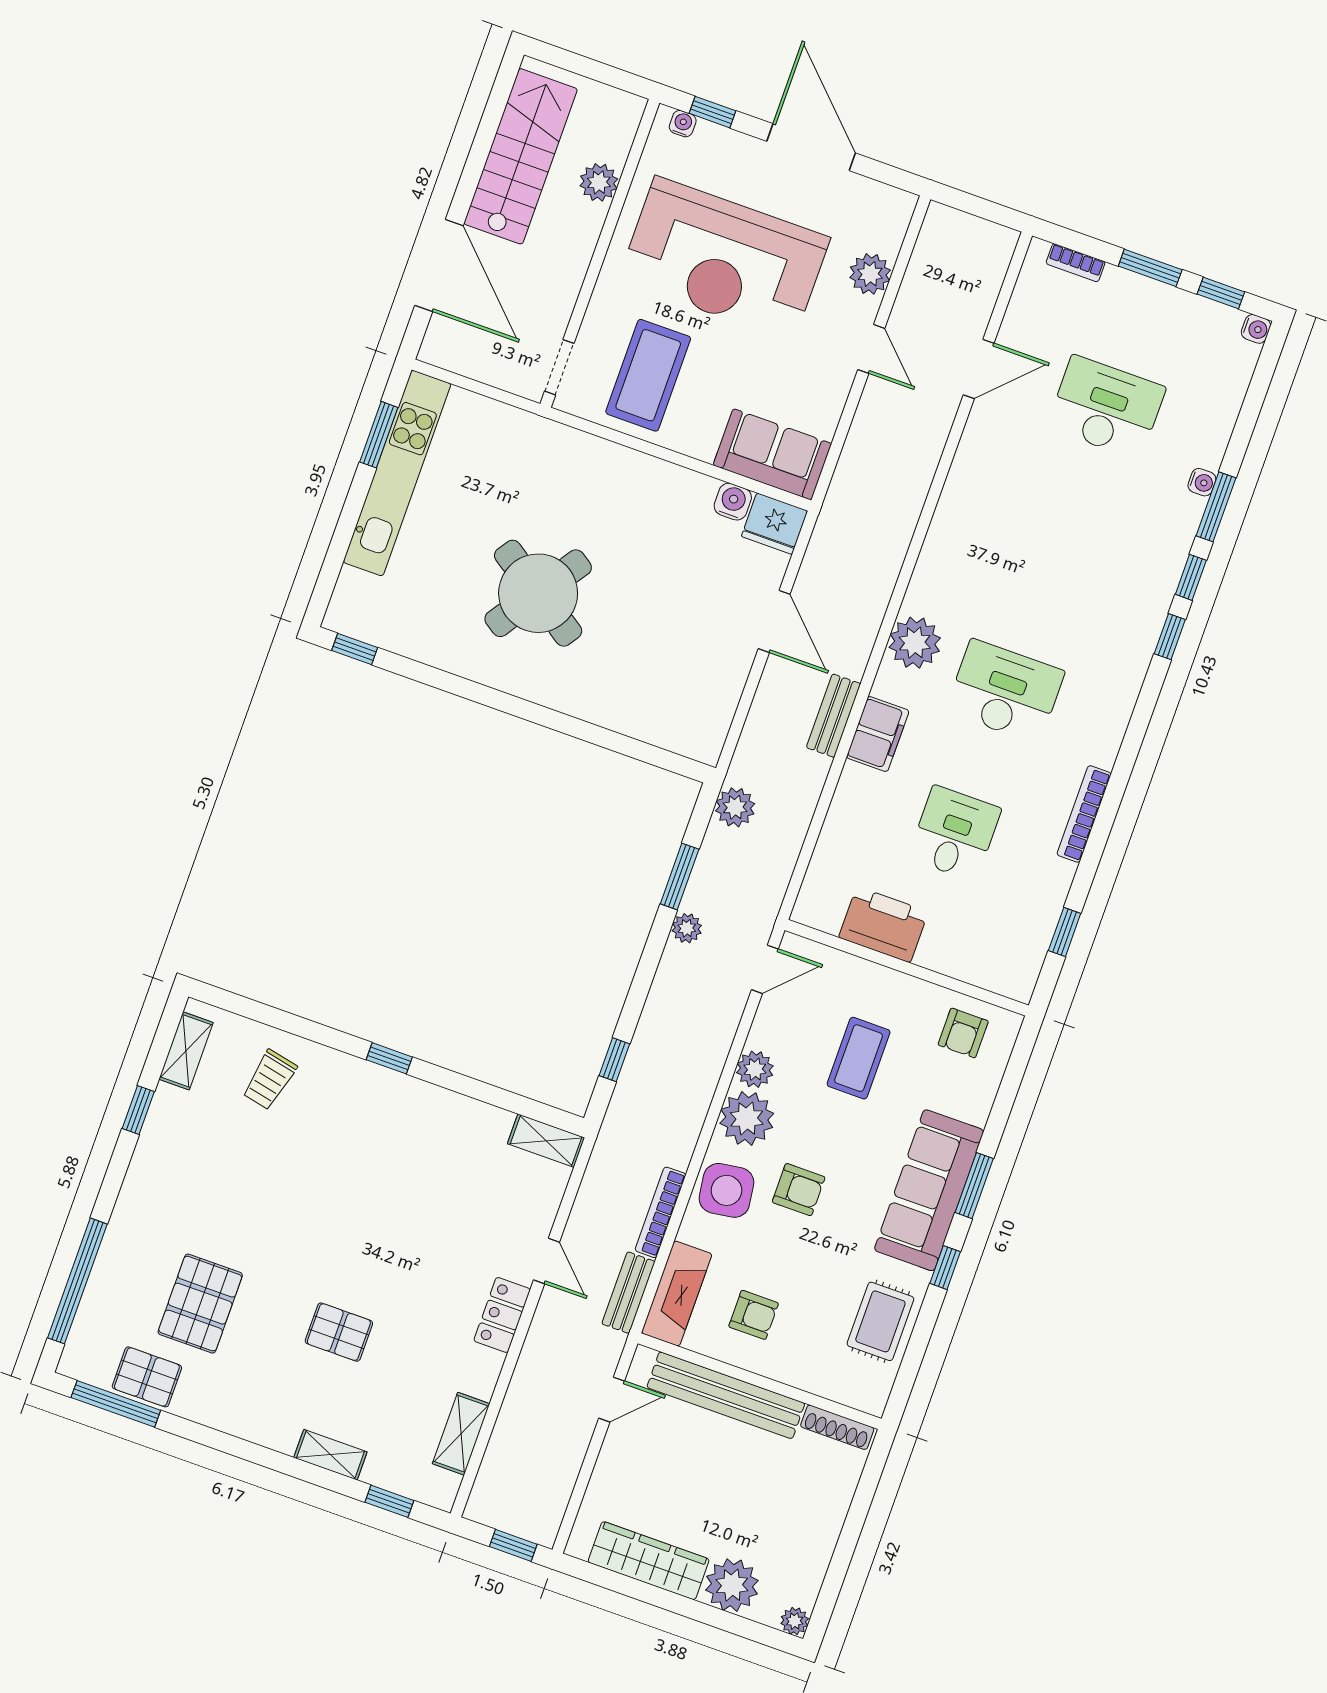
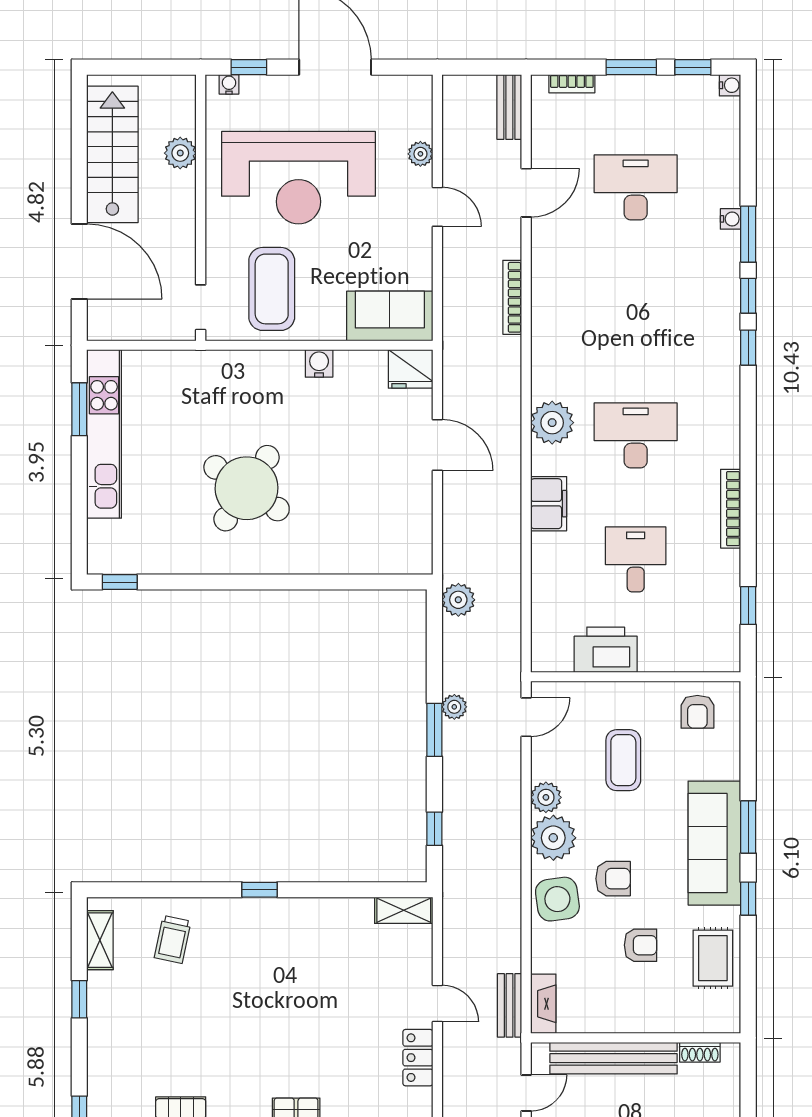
plant: (870, 274) -> (420, 154), width x0.73, depth x0.73
water cooler: (733, 502) -> (319, 363), moved
bench: (834, 716) -> (509, 107), moved
window: (680, 876) -> (434, 730), moved
bookcase: (660, 1212) -> (512, 297), moved
fireplace: (677, 1294) -> (543, 1004), width x0.73, depth x0.76
armchair: (754, 1315) -> (640, 945), moved
shoe rack: (837, 1427) -> (700, 1052), width x0.70

